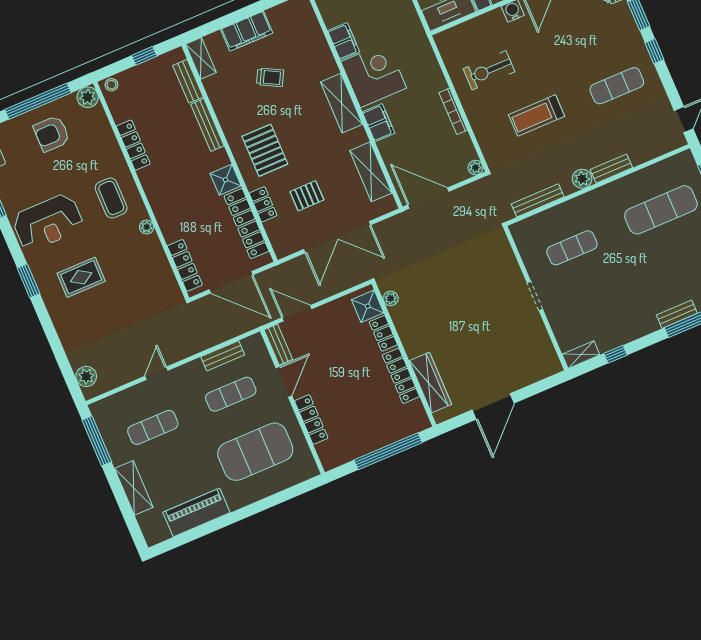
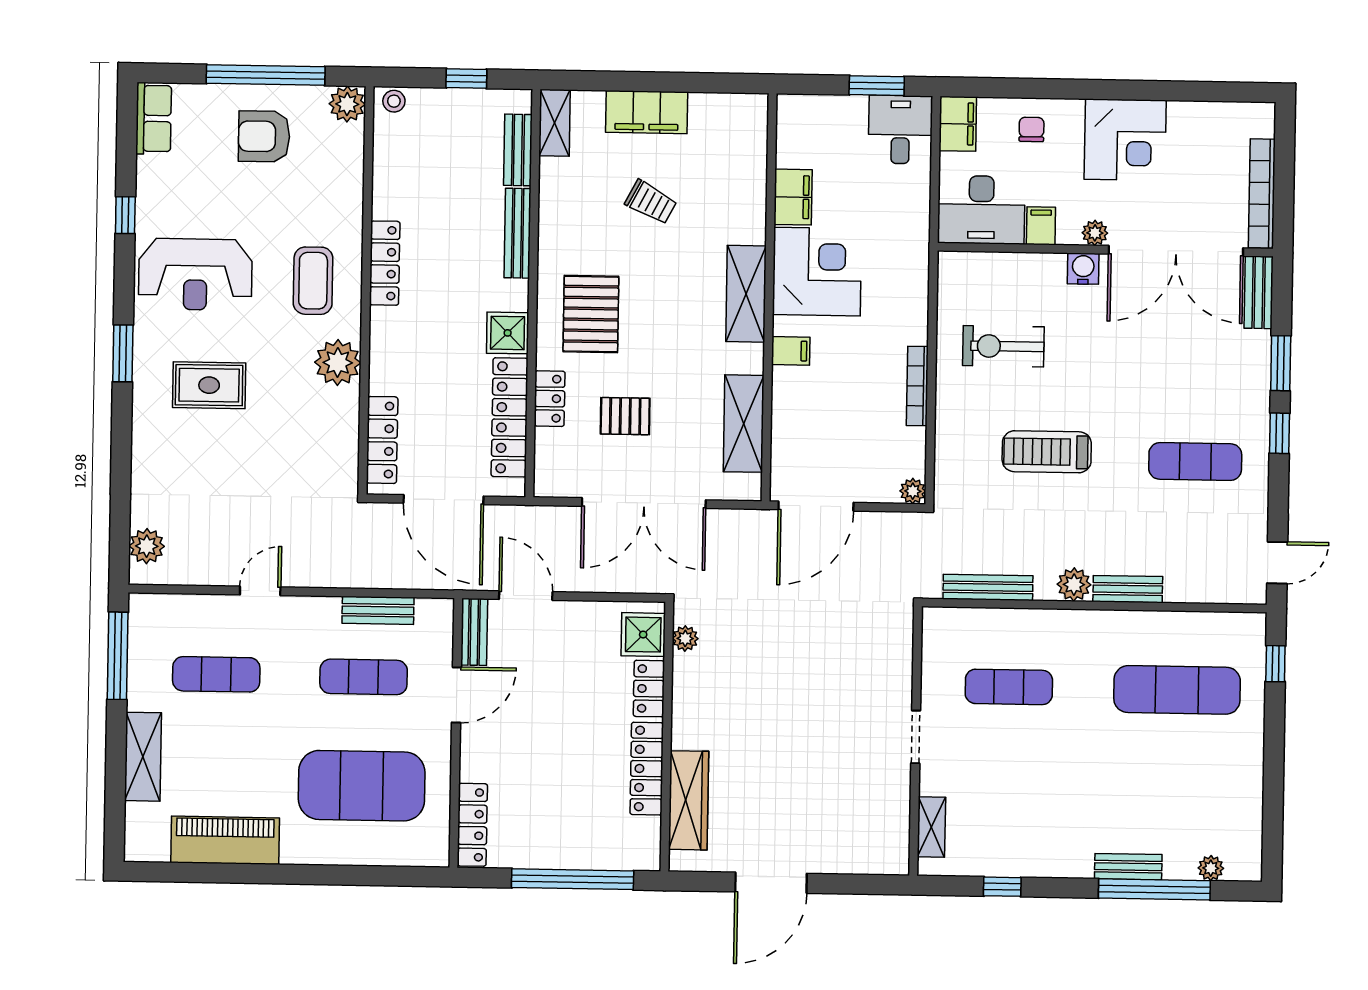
filing cabinet: (378, 123) -> (791, 351), width x0.50
locker: (133, 145) -> (385, 263), moved
door: (428, 198) -> (816, 506), swing flipped
plant: (147, 227) -> (338, 363), width x1.87, depth x1.87
shelving: (581, 355) -> (931, 827), moved, turned 90
locker: (311, 420) -> (472, 825), moved

